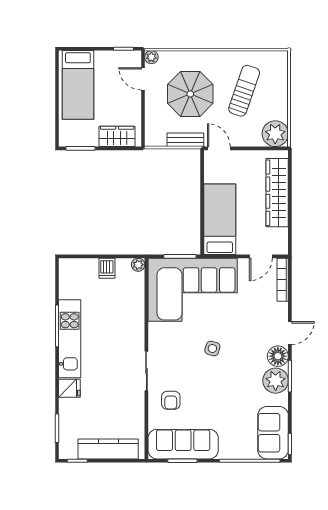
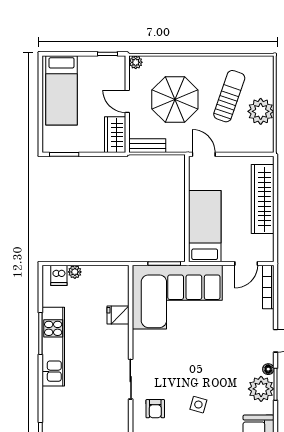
door: (143, 79) -> (127, 101), moved
plant: (275, 134) -> (261, 111), moved
wardrobe: (117, 136) -> (115, 135), moved, turned -90
bench: (185, 140) -> (147, 146), moved
plant: (138, 265) -> (75, 272), moved
dishwasher: (107, 268) -> (59, 275), moved
side table: (212, 348) -> (198, 405), moved
floor lamp: (278, 356) -> (268, 369), width x0.53, depth x0.53
fridge: (69, 388) -> (118, 315), moved, turned 180

